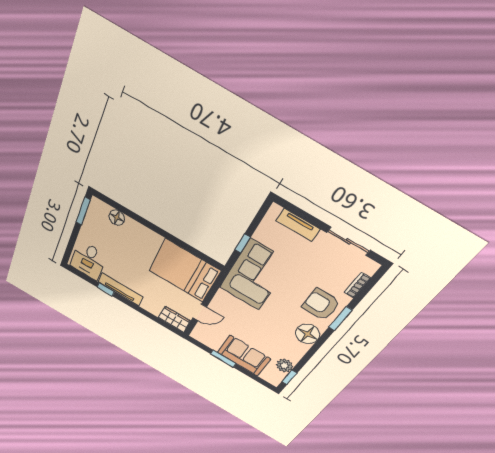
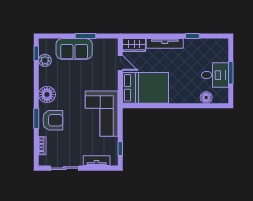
window: (83, 211) -> (231, 73), moved
window: (243, 244) -> (120, 148), moved
desk: (88, 260) -> (215, 75), moved, turned 90
tv unit: (120, 289) -> (165, 43), moved
door: (200, 312) -> (120, 63), swing flipped

